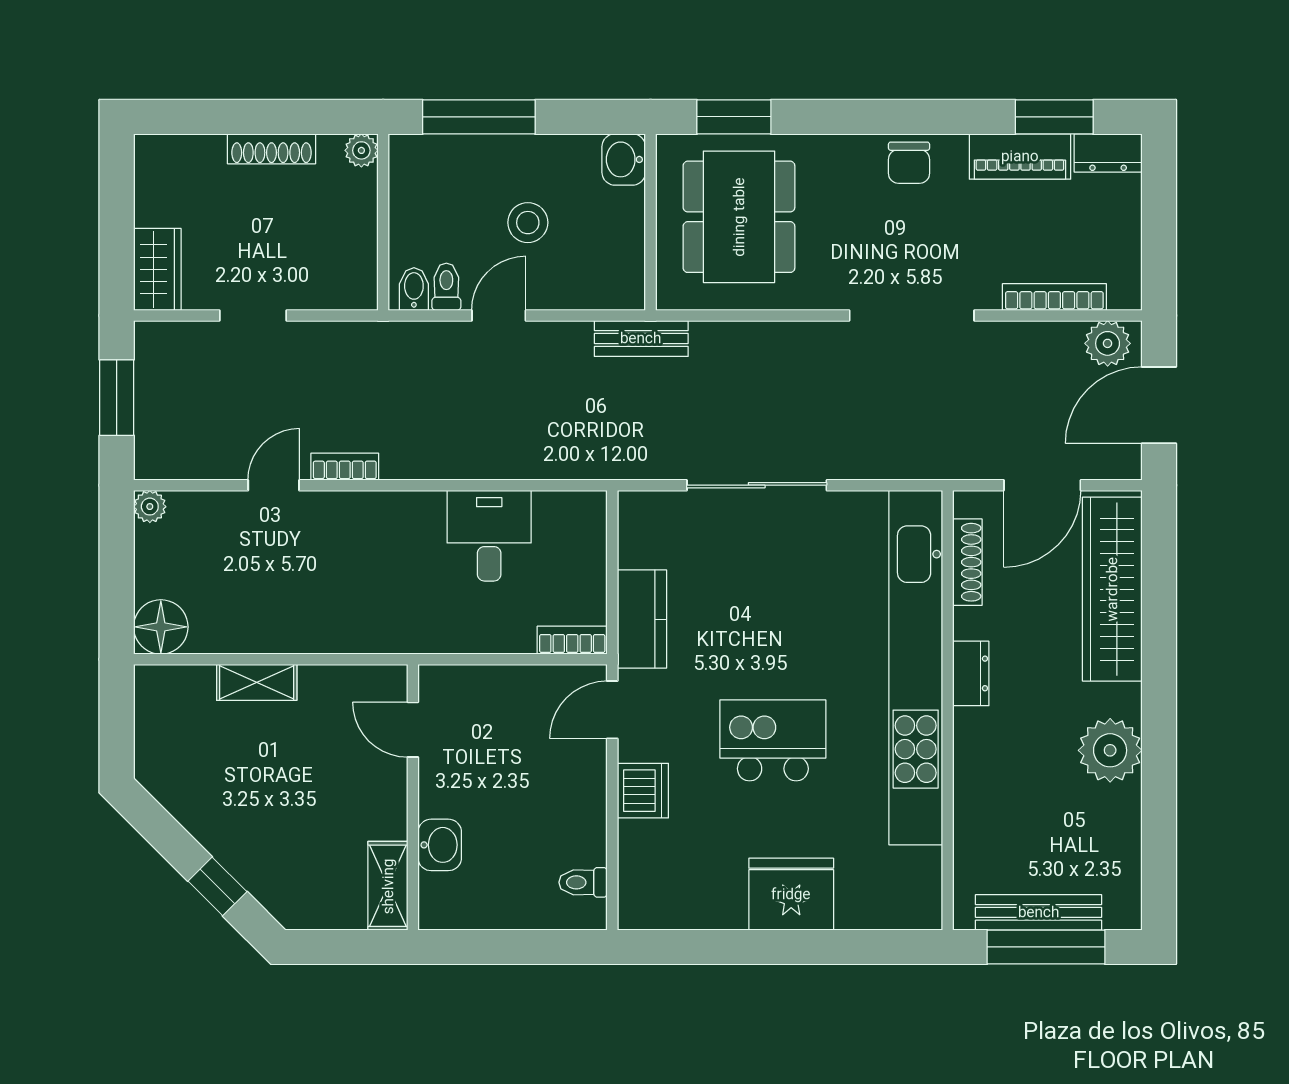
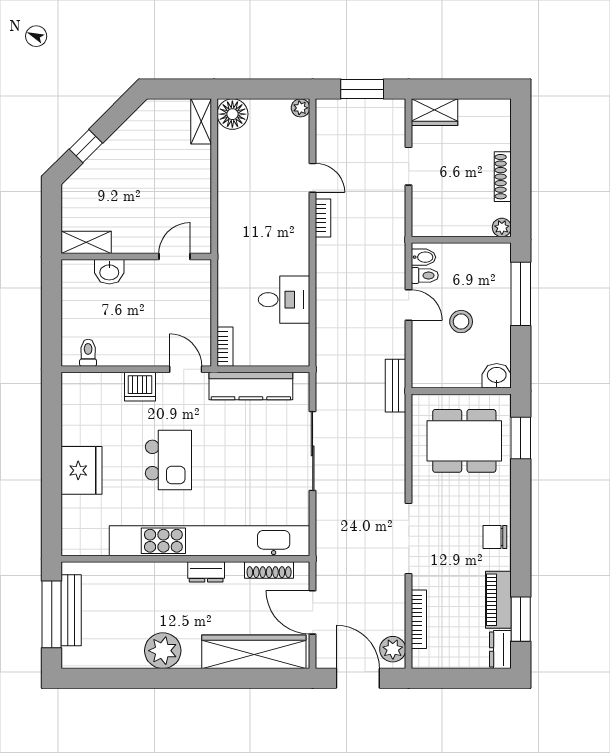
kitchen counter: (642, 619) -> (251, 386), width x1.50
shelving: (257, 682) -> (201, 121), moved

